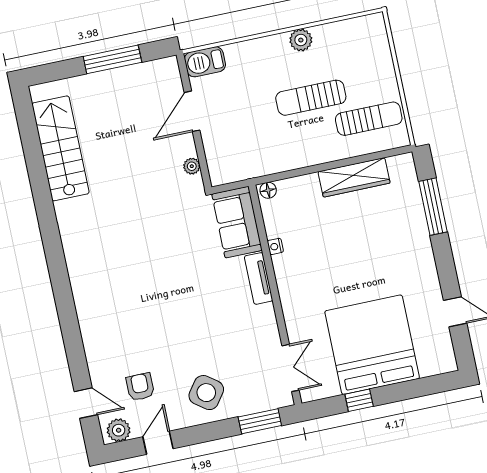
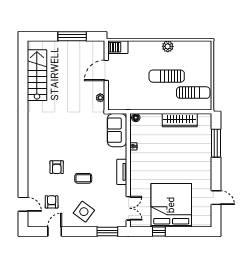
tv unit: (259, 278) -> (122, 172), moved
armchair: (136, 318) -> (57, 167), added
coffee table: (192, 329) -> (83, 178), added
plant: (119, 430) -> (36, 221), removed

